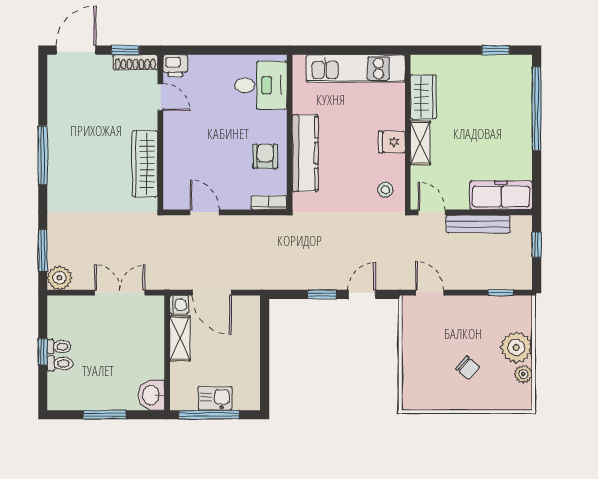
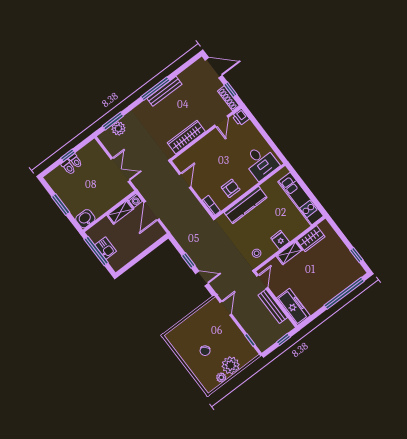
bench: (56, 145) -> (164, 91), added
plant: (59, 278) -> (118, 128), moved

